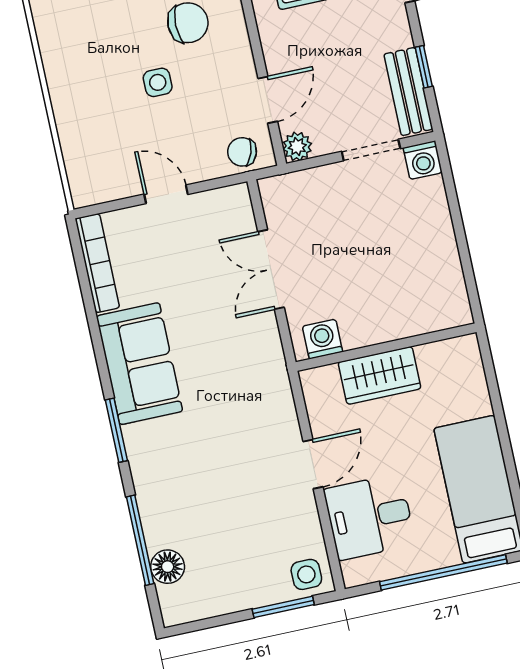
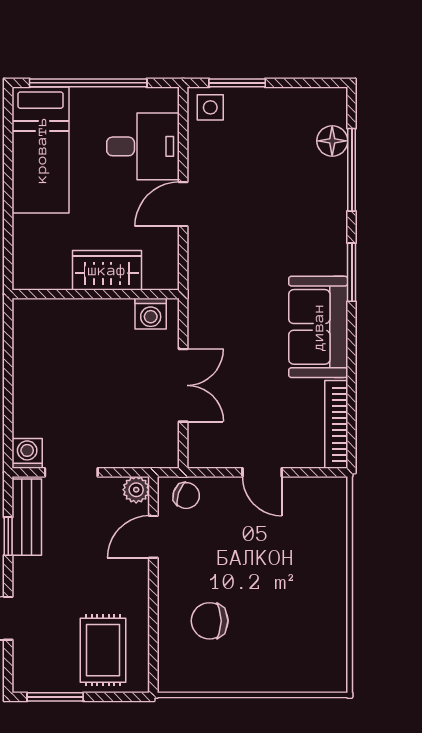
side table: (158, 82) -> (248, 574), removed

